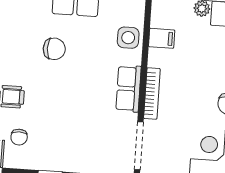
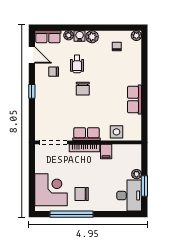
filing cabinet: (162, 38) -> (106, 152), moved
chair: (54, 49) -> (83, 89), moved

